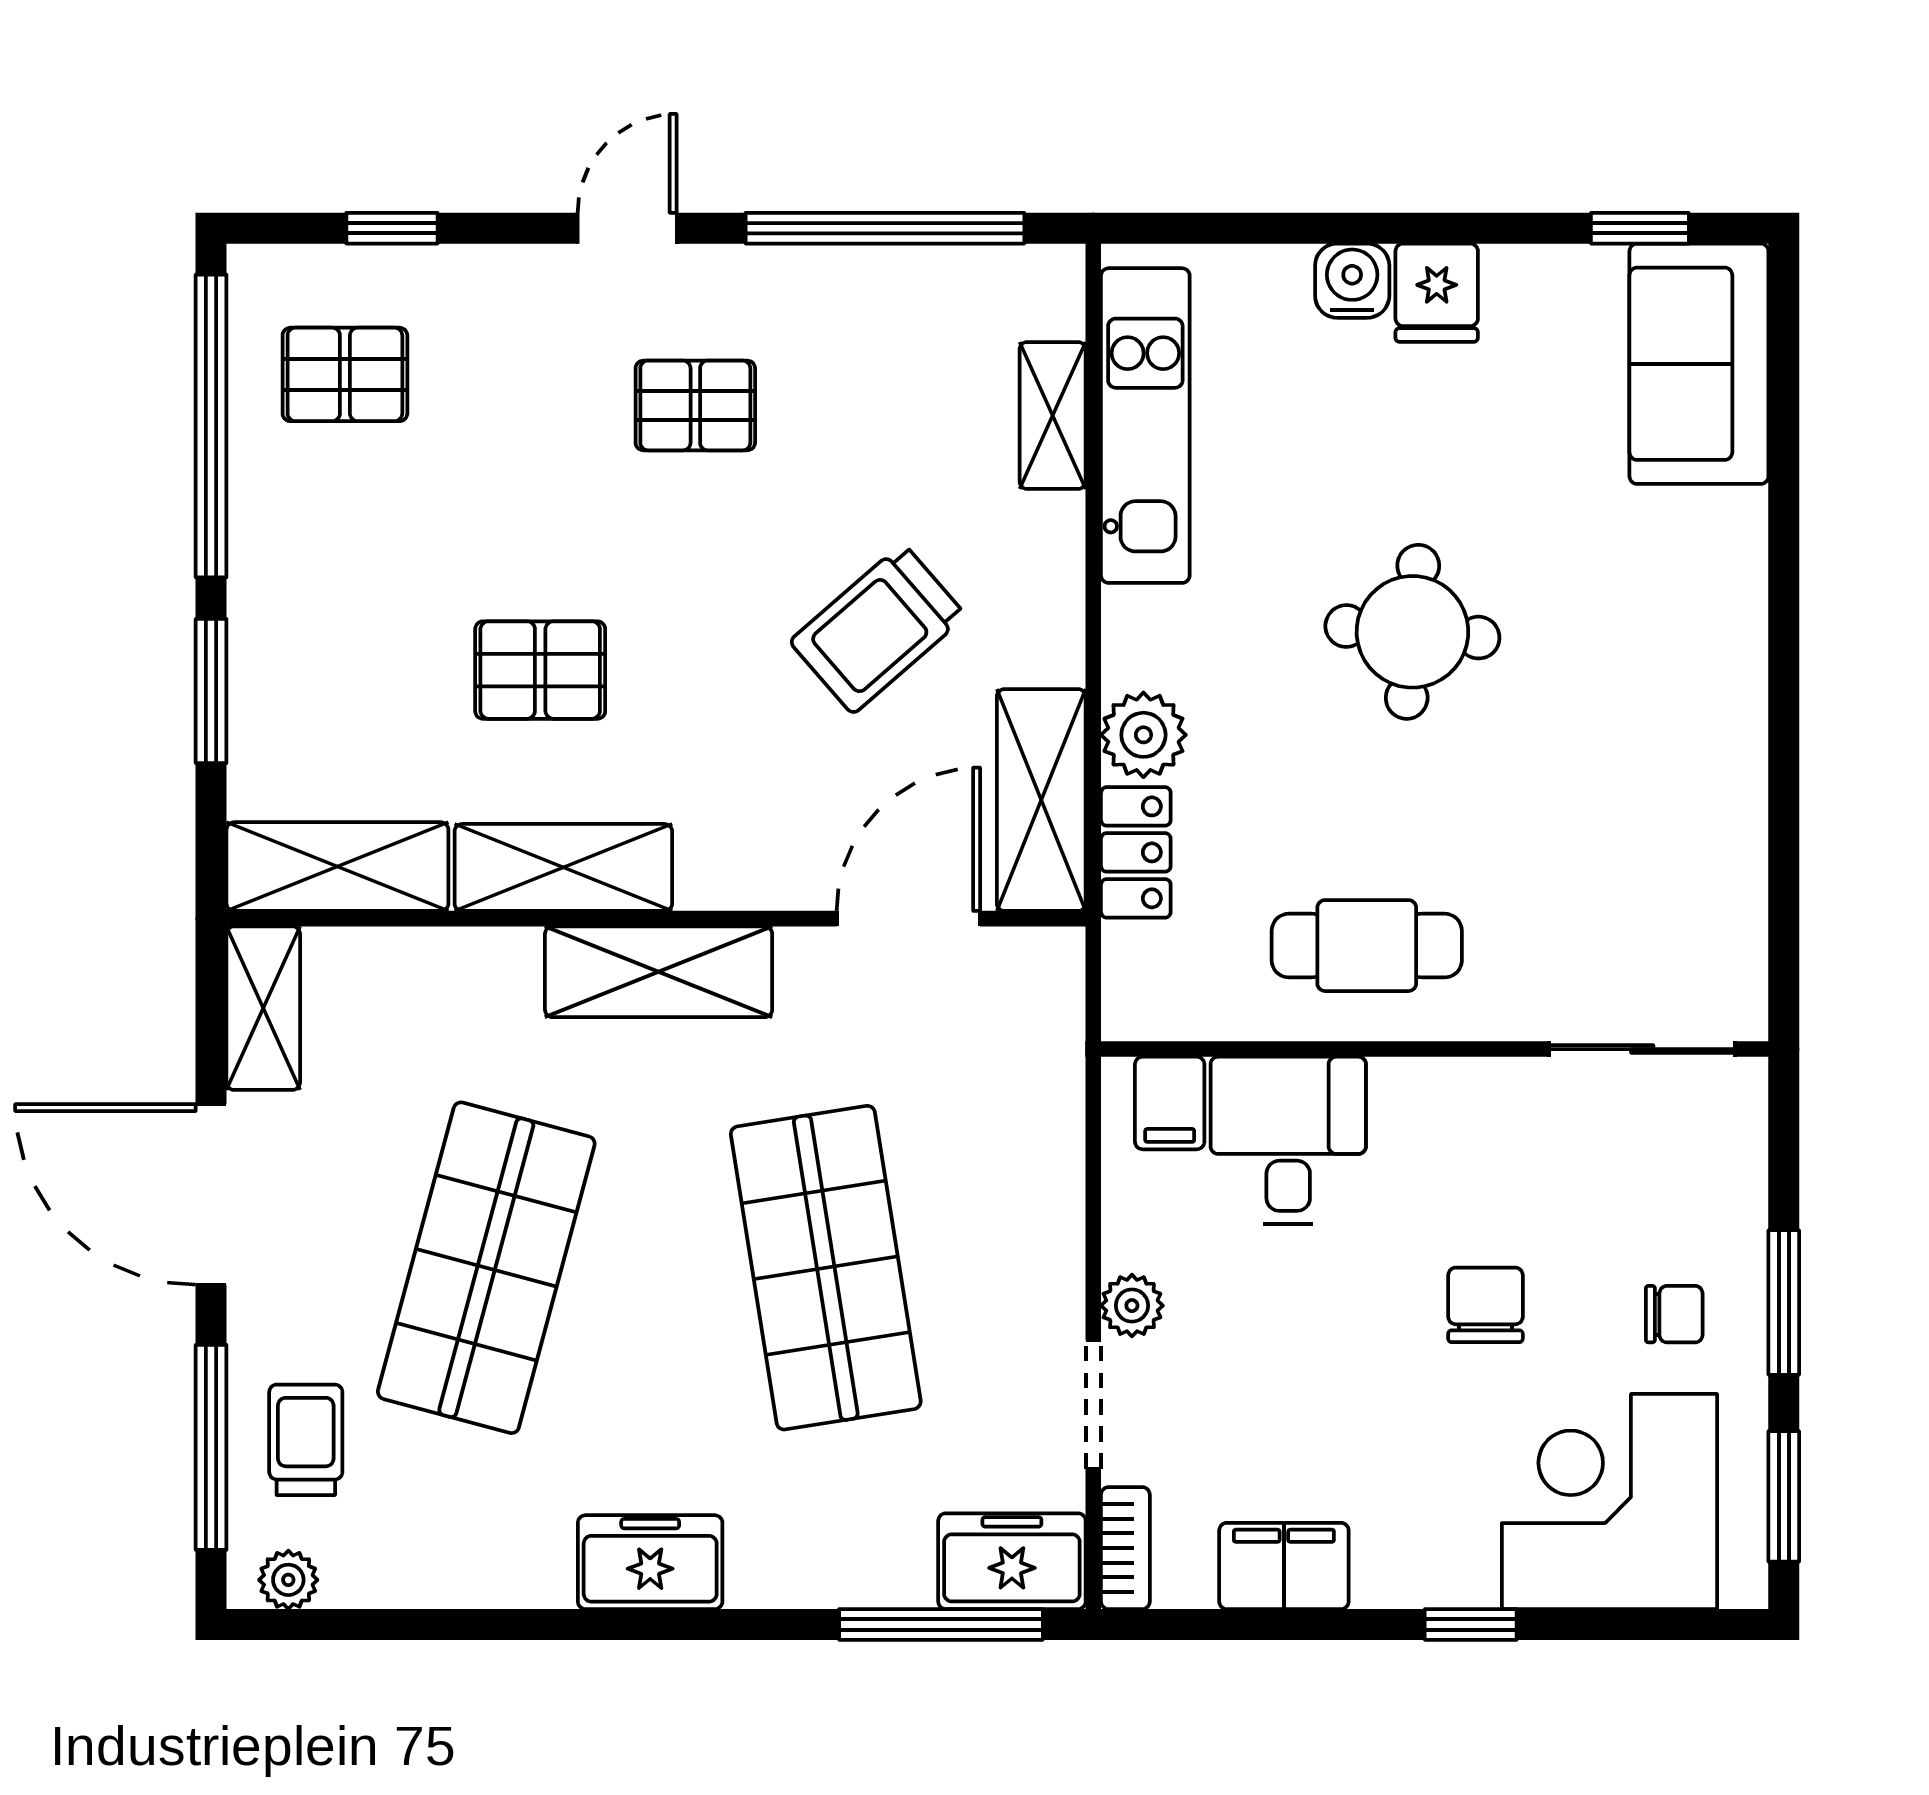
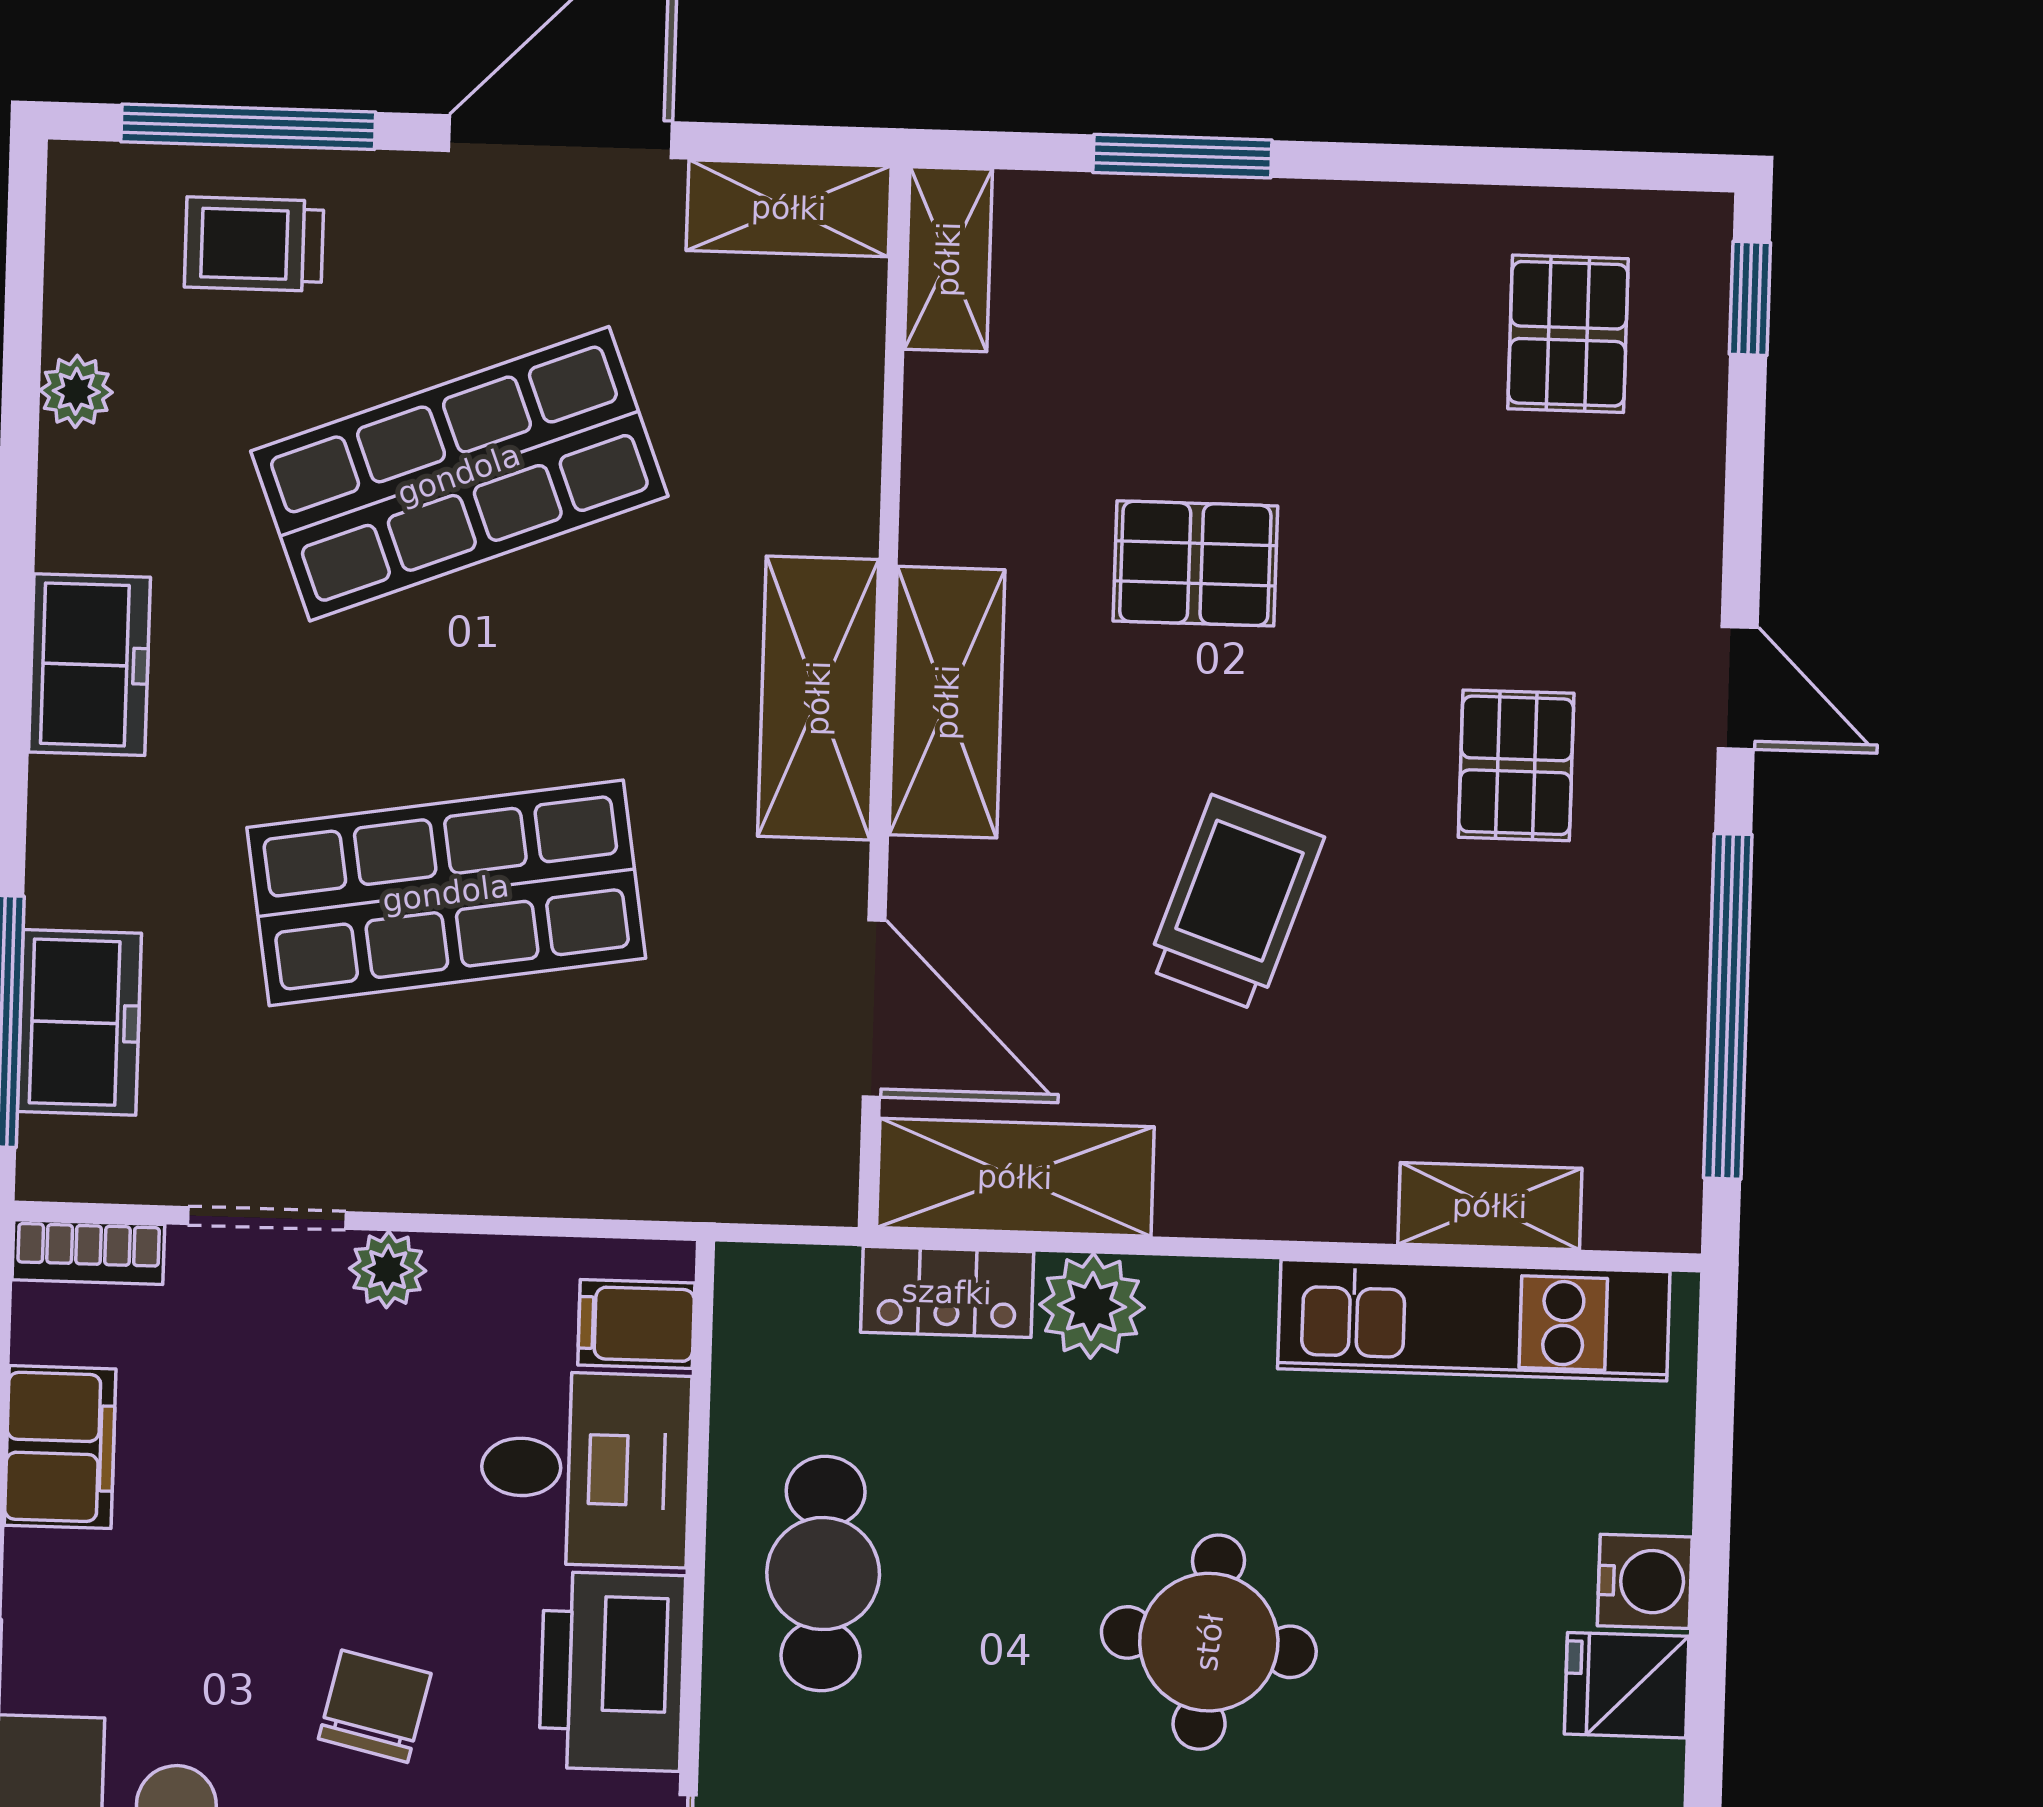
window: (392, 228) -> (1750, 298), moved
window: (211, 426) -> (1510, 166), removed
trolley: (878, 629) -> (1235, 903), moved, turned 60
pallet: (540, 670) -> (1195, 563), turned 90
shelving: (337, 867) -> (948, 259), width x0.67, depth x0.75
shelving: (563, 867) -> (947, 702), moved
printer: (1451, 1114) -> (612, 1671), added
shop shelf: (486, 1268) -> (459, 474), turned -36
chair: (1485, 1305) -> (375, 1706), turned -77
trolley: (306, 1440) -> (254, 244), turned 180
freezer: (1012, 1561) -> (79, 1022), moved
plant: (288, 1580) -> (76, 391), moved

